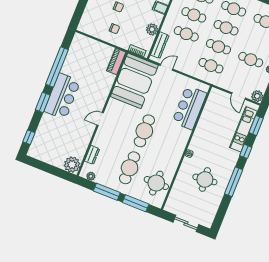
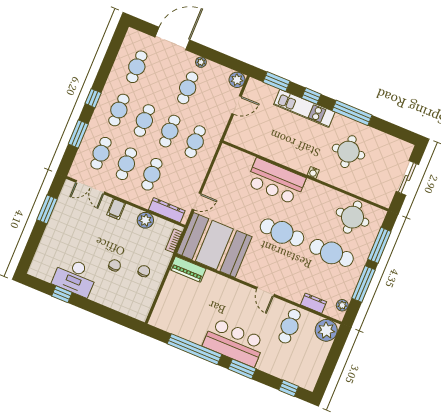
door: (167, 67) -> (197, 201), swing flipped
bar counter: (189, 108) -> (276, 181), moved
kitchen unit: (243, 129) -> (304, 108), moved
cafe table: (75, 137) -> (290, 326), added

